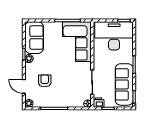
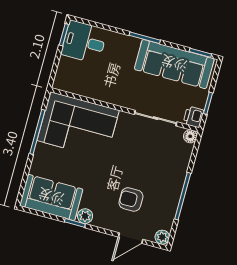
desk: (114, 36) -> (84, 42), width x0.53, depth x0.77

